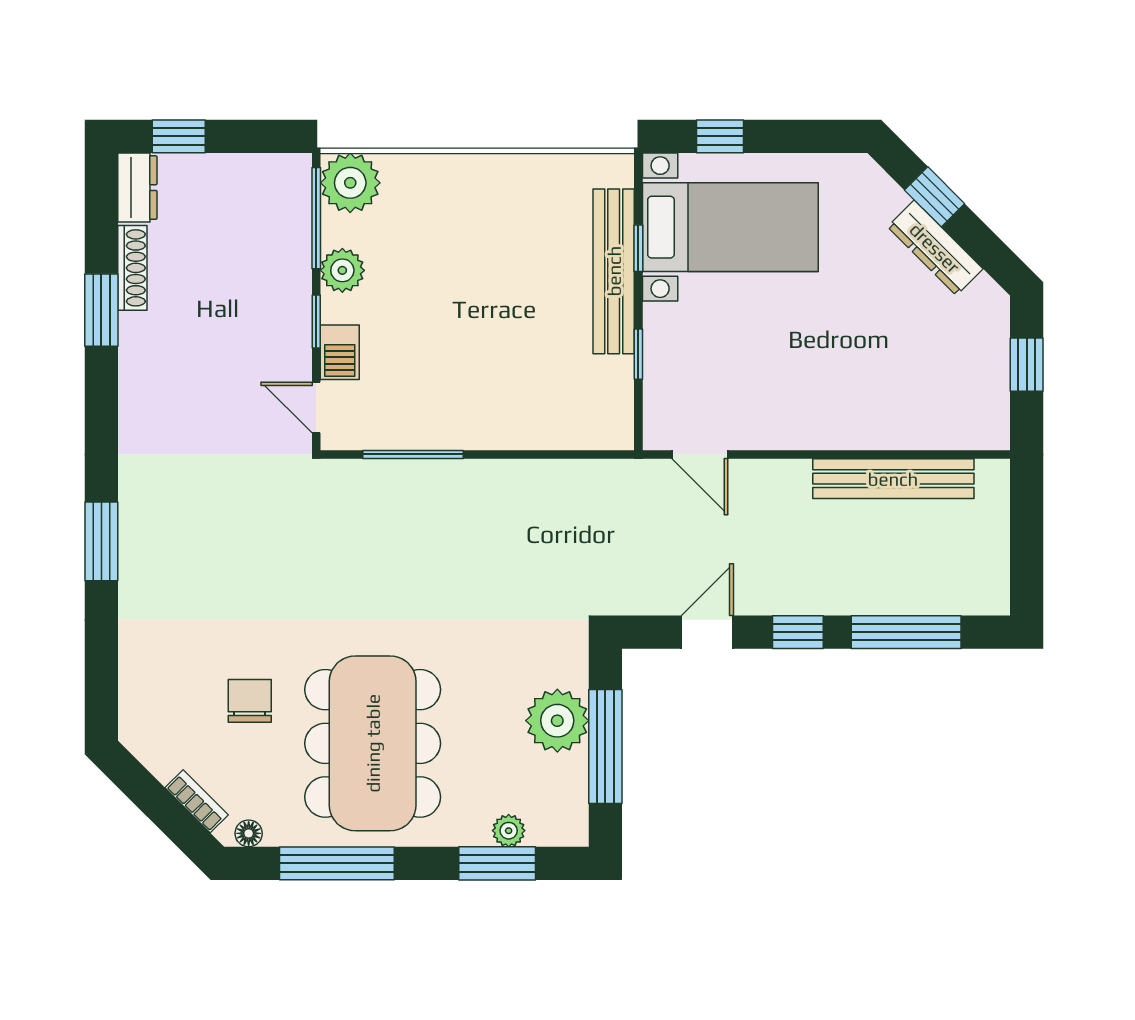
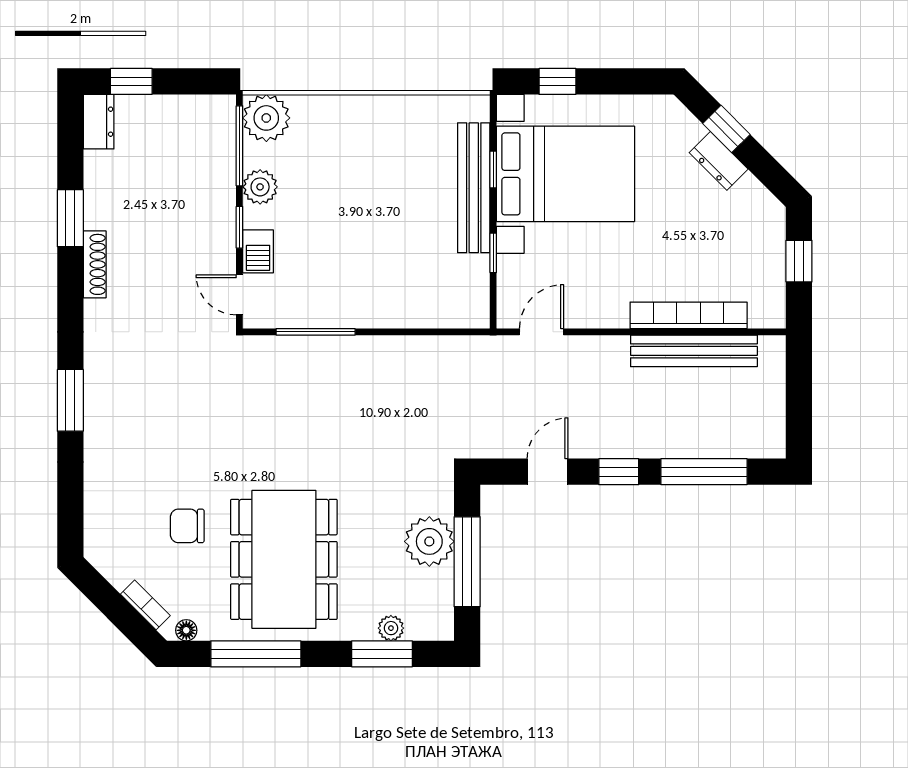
bed with nightstands: (730, 227) -> (566, 174), width x1.36
dresser: (935, 248) -> (719, 161), width x0.70
shoe rack: (132, 268) -> (95, 264), moved
bookcase: (887, 433) -> (689, 315), added
door: (700, 454) -> (542, 332), swing flipped
chair: (250, 701) -> (187, 526), turned -90

